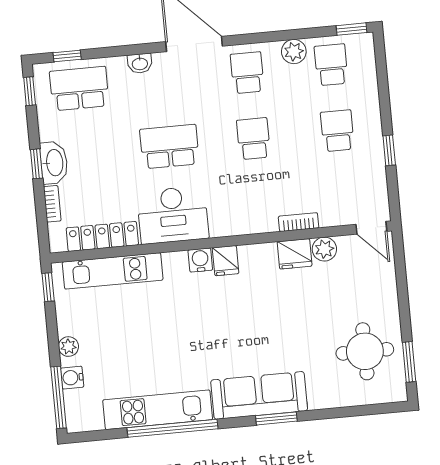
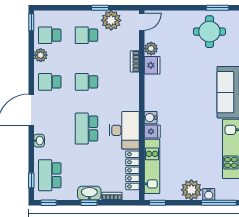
plant: (368, 173) -> (111, 20), added
fridge: (226, 261) -> (152, 131), moved
plant: (68, 347) -> (191, 190), width x1.88, depth x1.88

